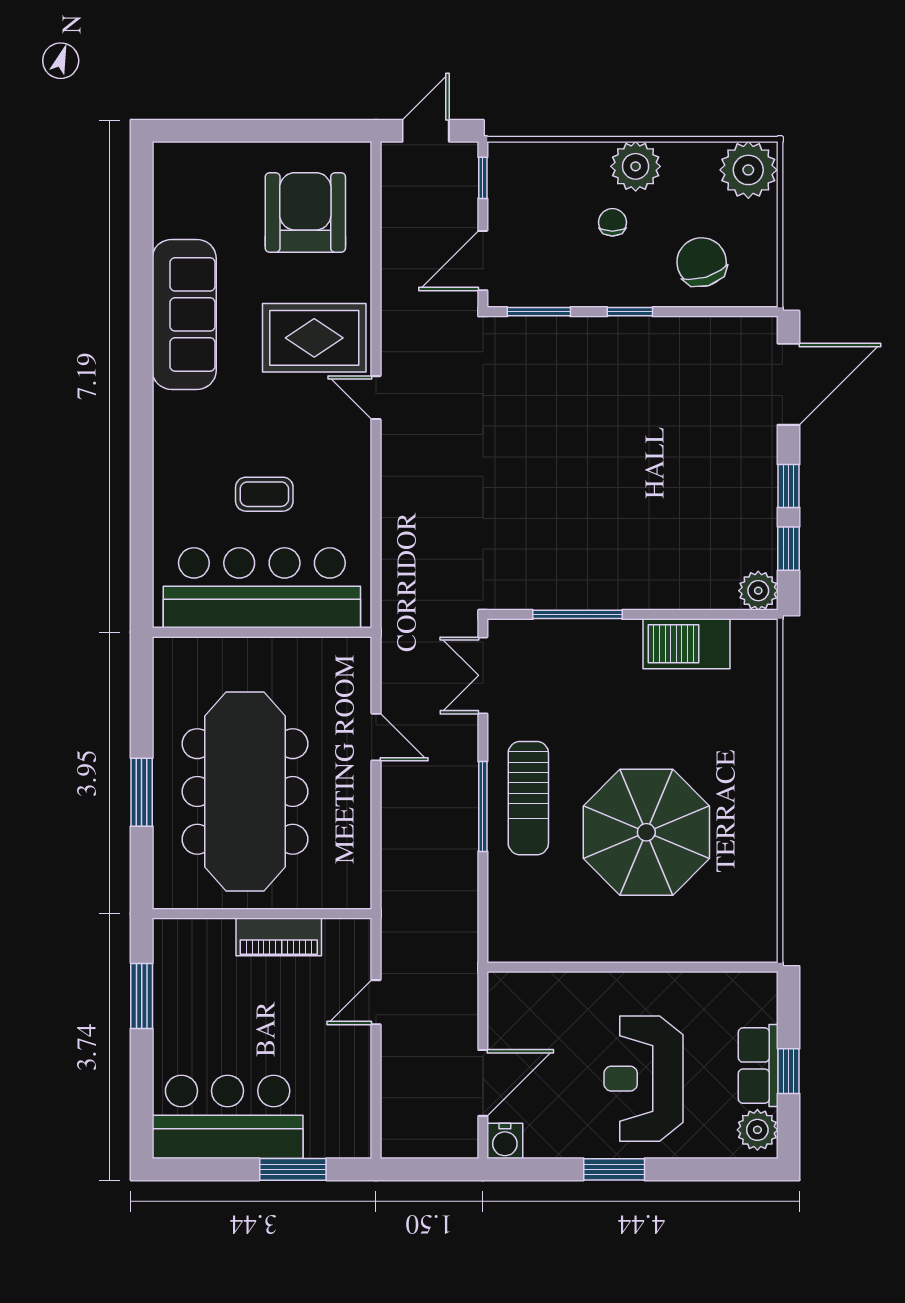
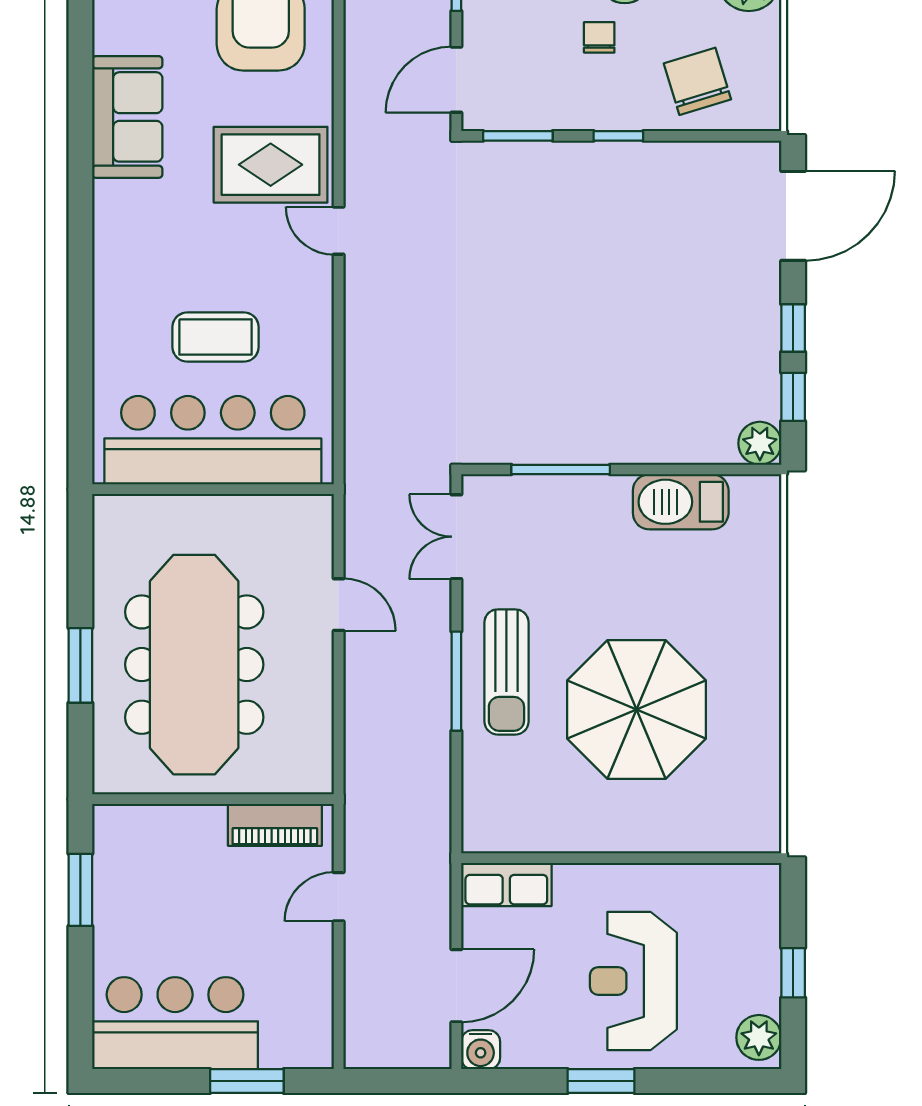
sofa: (184, 314) -> (127, 117), width x0.73
coffee table: (264, 494) -> (216, 337), width x1.36, depth x1.30
piano: (279, 937) -> (275, 825), moved
row of seats: (758, 1066) -> (506, 884), moved, turned -90

